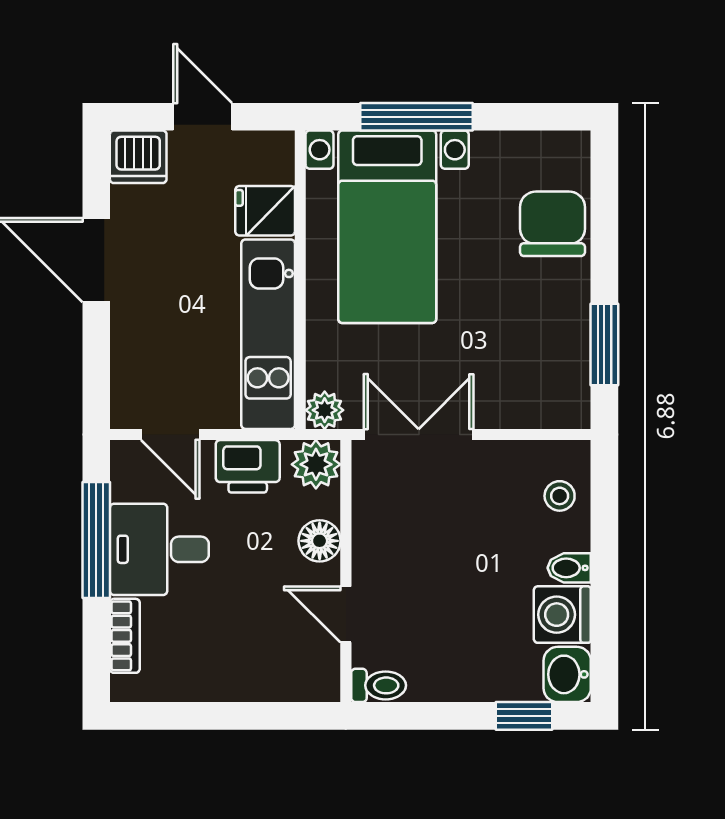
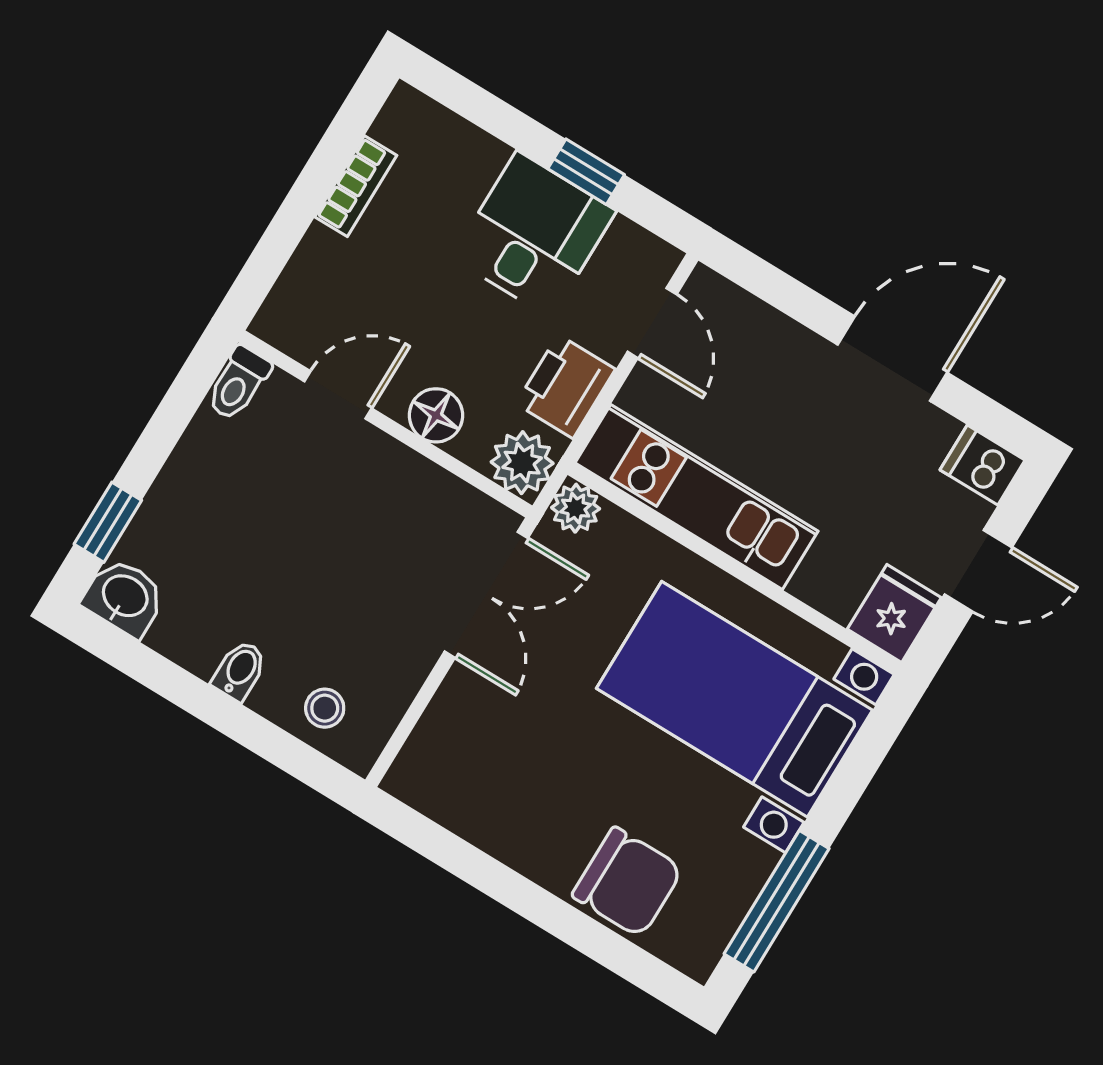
window: (416, 117) -> (777, 901), moved
dishwasher: (138, 157) -> (983, 465), width x0.73
fridge: (265, 211) -> (894, 613), moved
window: (604, 344) -> (461, 858), removed
door: (170, 434) -> (652, 323), swing flipped
window: (96, 540) -> (586, 172), width x0.46
washing machine: (562, 615) -> (193, 632), removed
bookcase: (125, 636) -> (356, 186), moved, turned -90

